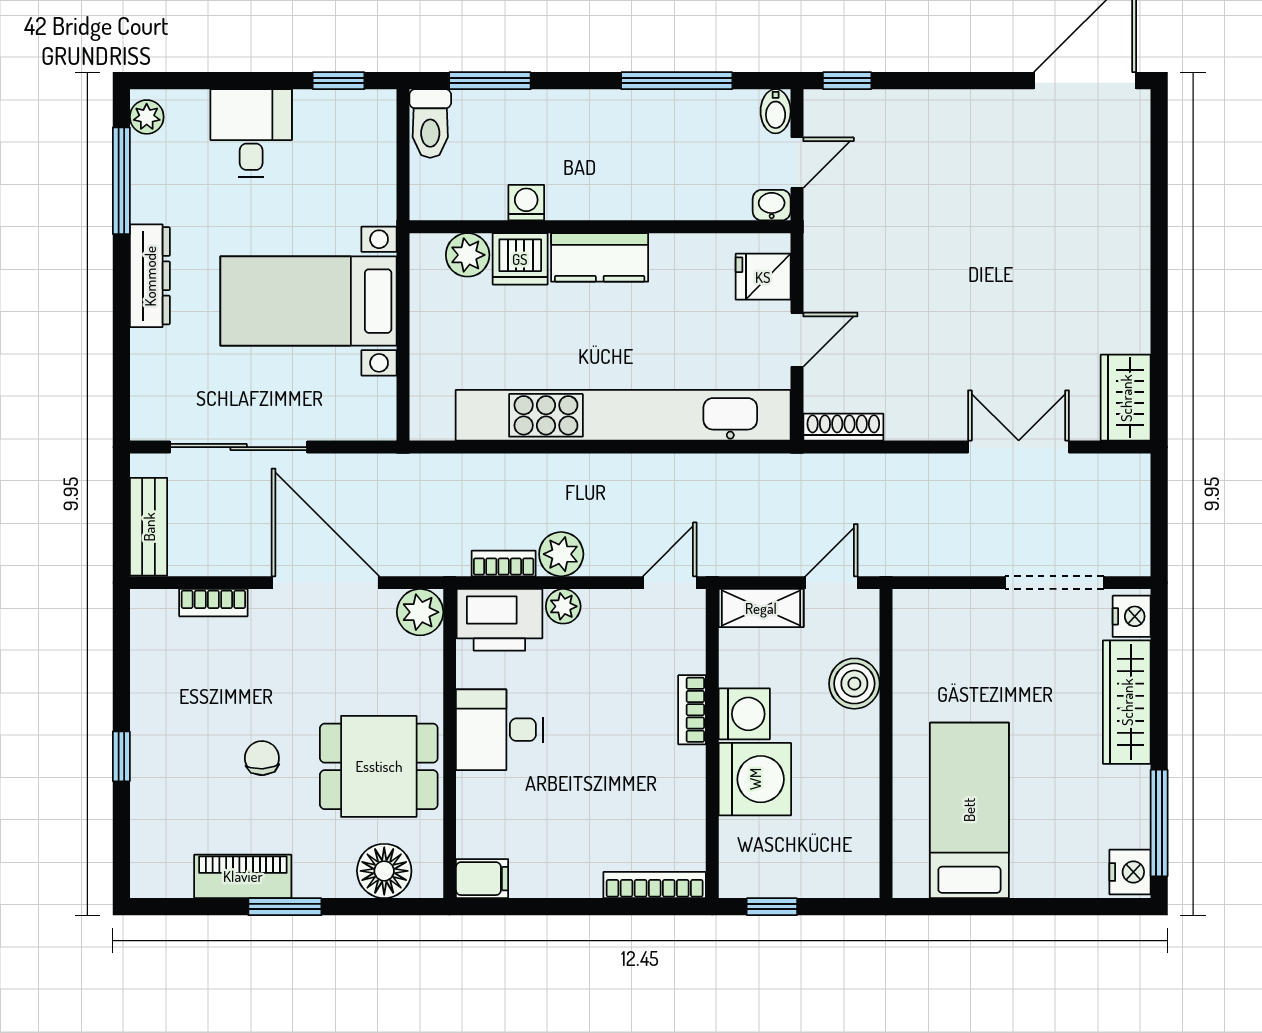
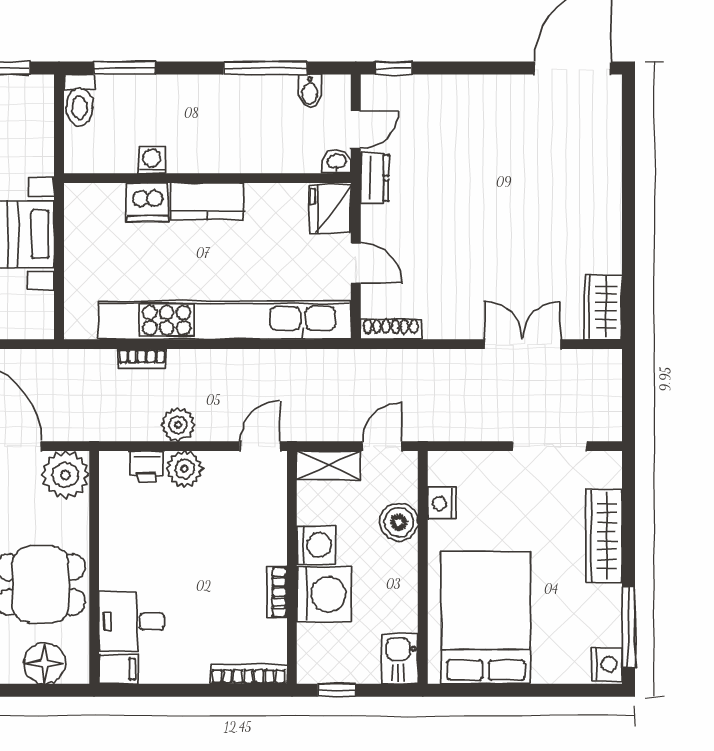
bidet: (776, 111) -> (310, 91), moved
dresser: (822, 227) -> (375, 178), added
plant: (468, 255) -> (108, 199), removed
fridge: (763, 277) -> (330, 209), width x1.38
door: (797, 340) -> (356, 263), hinge flipped
bookcase: (504, 563) -> (142, 359), moved, turned 180
plant: (563, 606) -> (185, 469), width x1.38, depth x1.38
plant: (420, 612) -> (66, 475), width x1.36, depth x1.36
nightstand: (1132, 616) -> (442, 503), moved, turned 180
printer: (499, 620) -> (147, 467), width x0.53, depth x0.68
bookcase: (692, 710) -> (277, 592), moved
desk: (499, 730) -> (132, 622), moved
bed: (969, 810) -> (486, 618), width x1.50
kitchen sink: (856, 865) -> (400, 659), added

